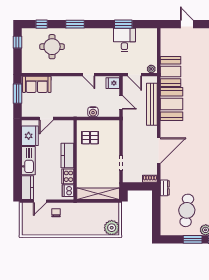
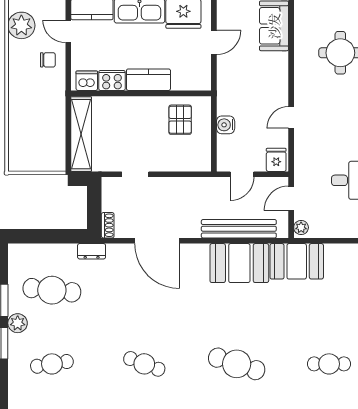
door: (46, 118) -> (214, 42), swing flipped
plant: (112, 228) -> (21, 25), moved

